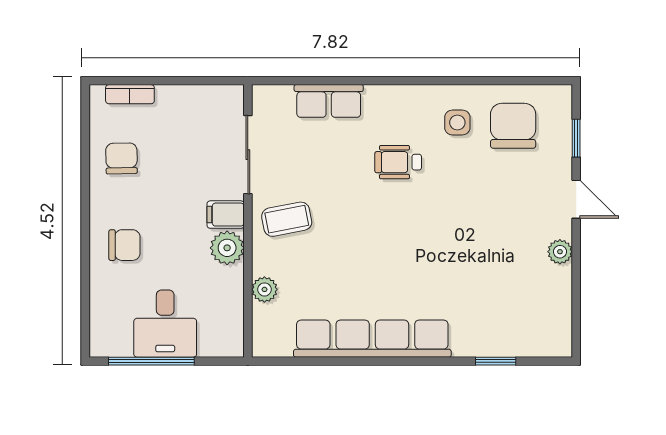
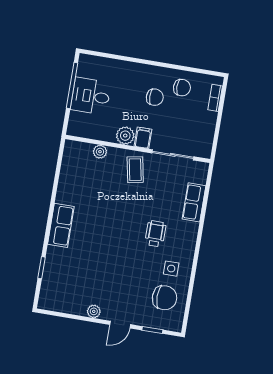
chair: (124, 245) -> (155, 97), moved, turned -90
row of seats: (372, 339) -> (61, 225), width x0.50

